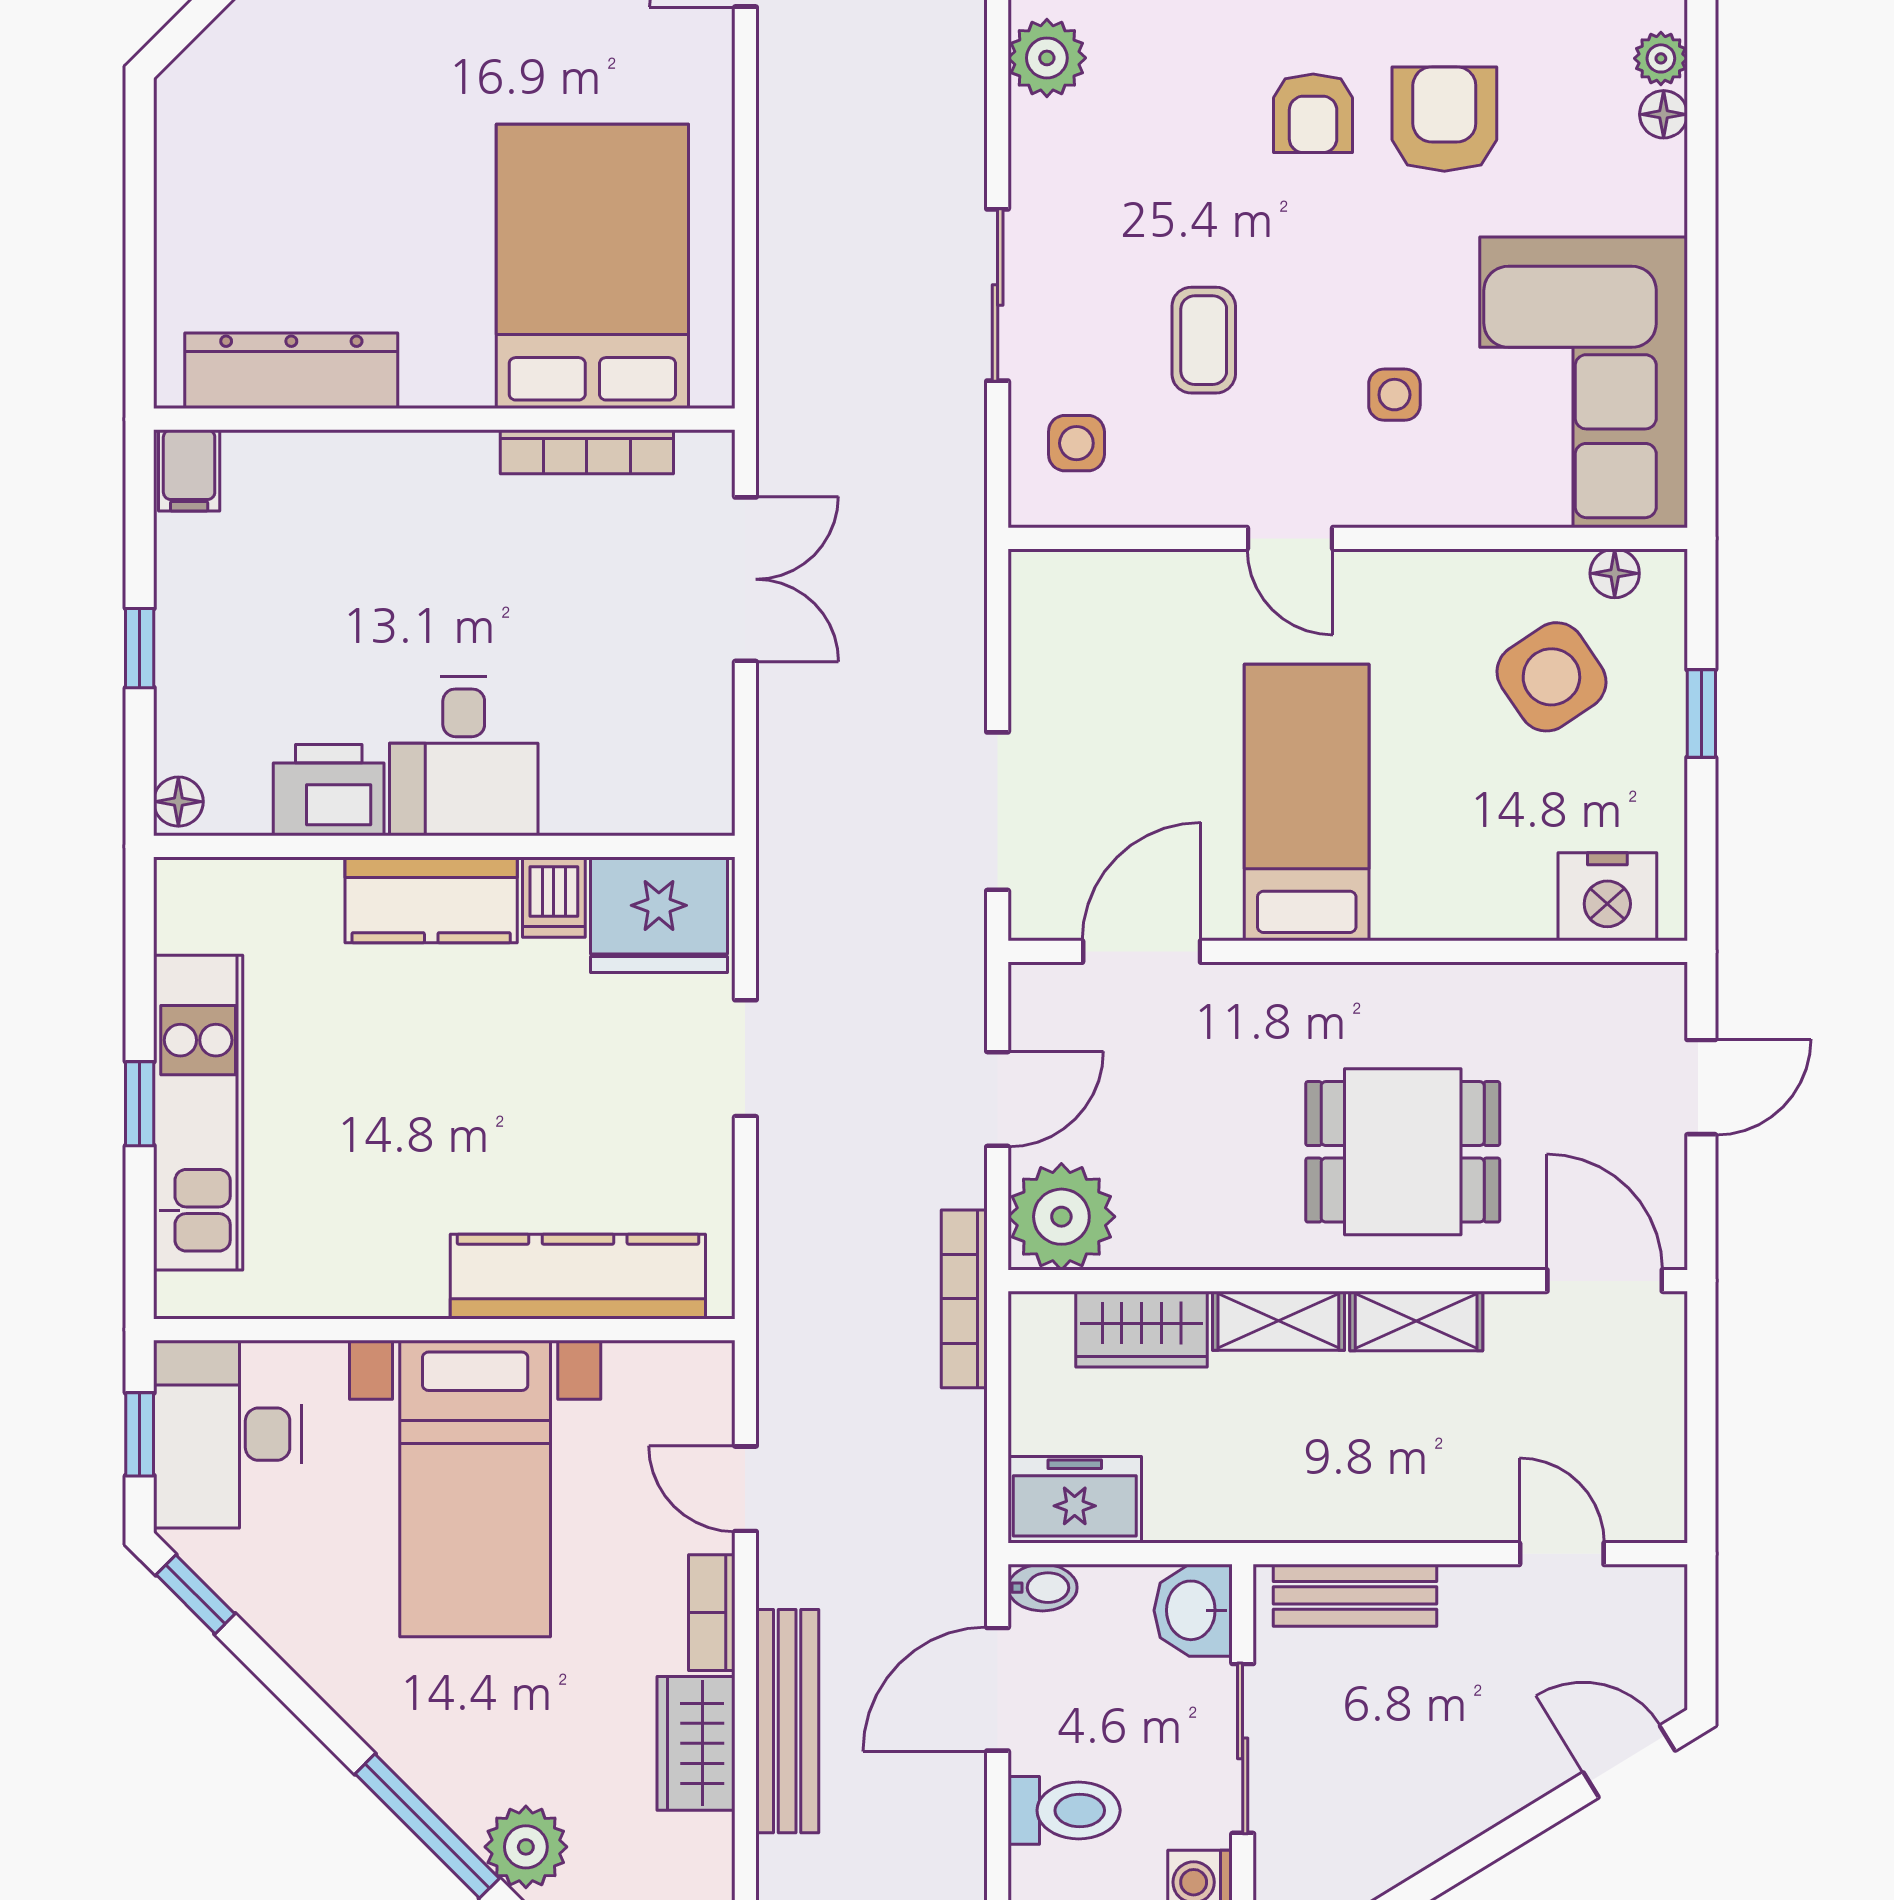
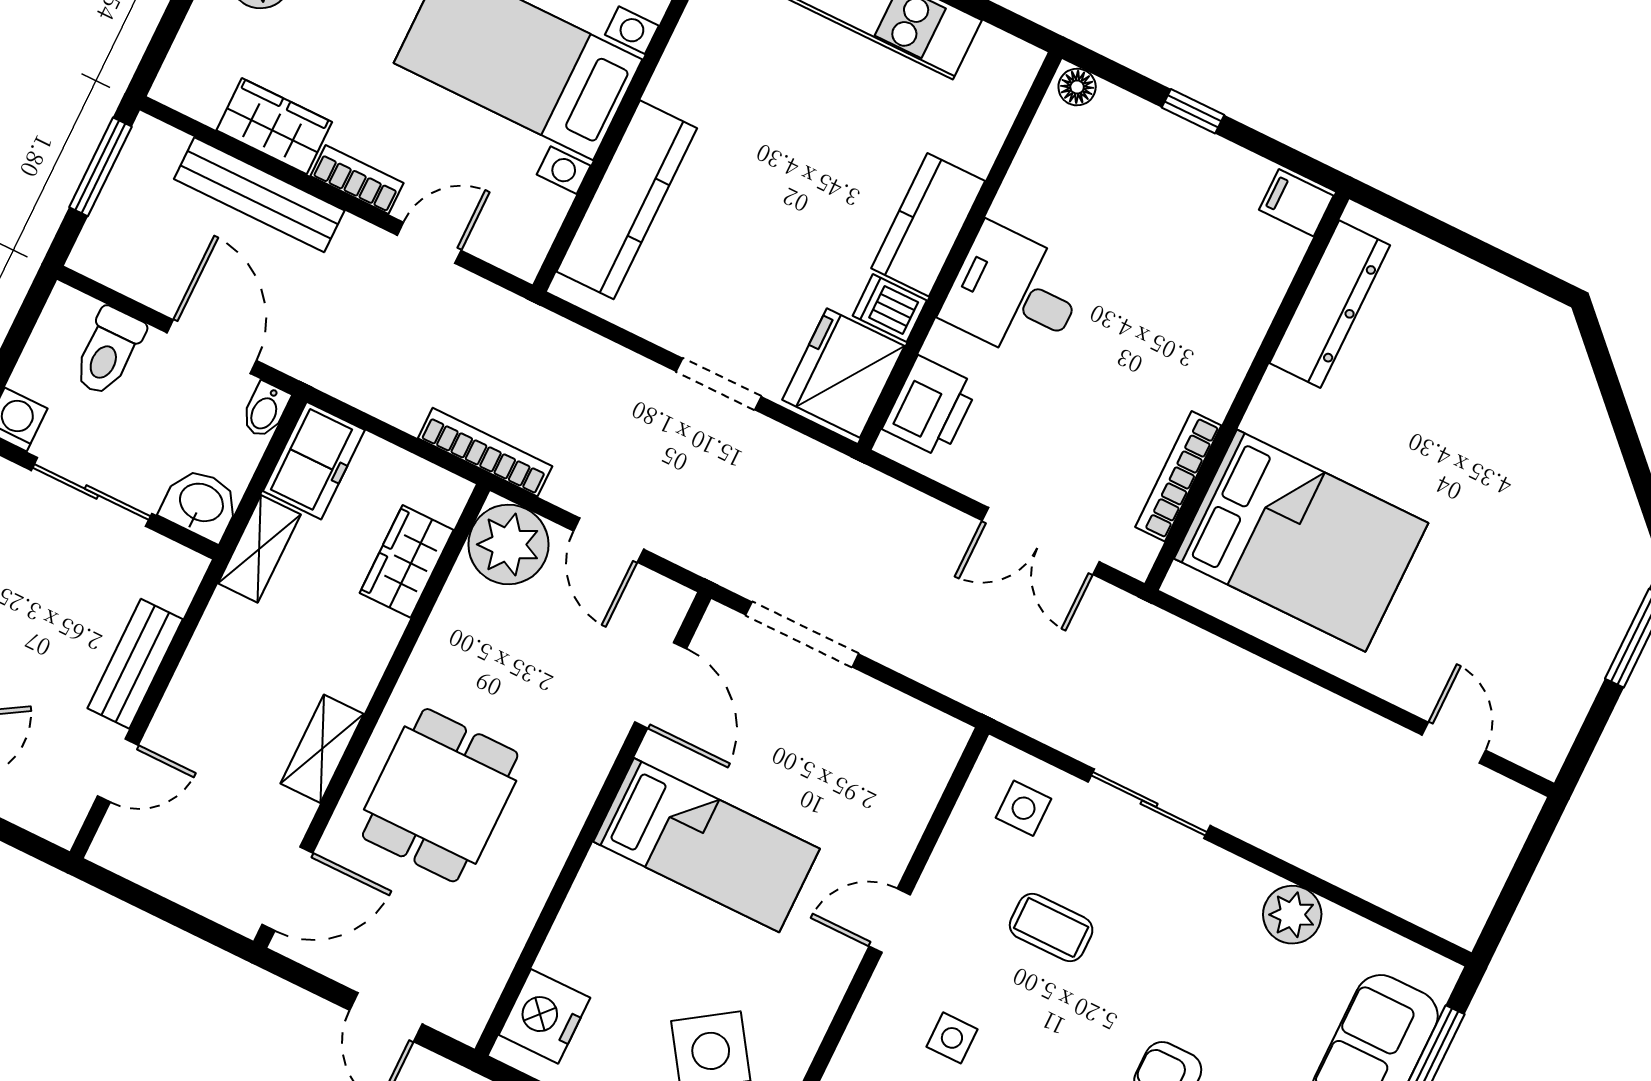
printer: (329, 790) -> (931, 407), moved
shelving: (1278, 1321) -> (259, 549), moved
bench: (1355, 1595) -> (135, 664), moved

